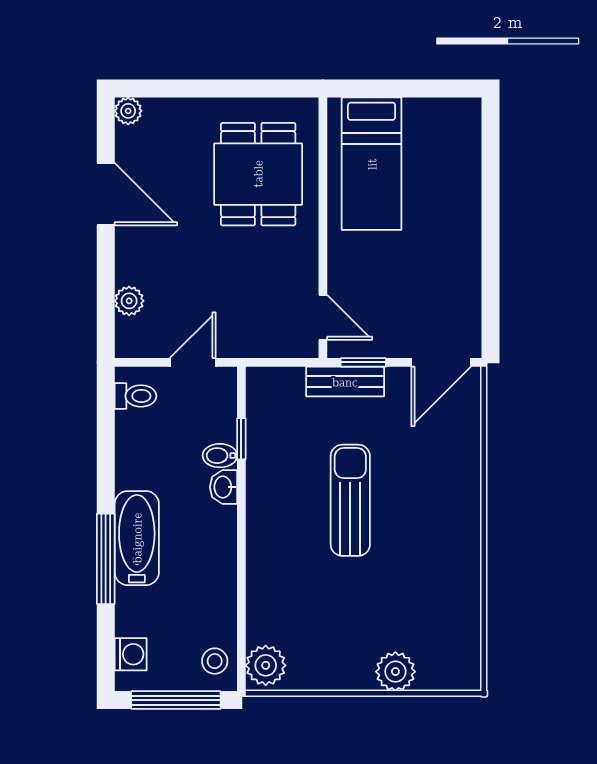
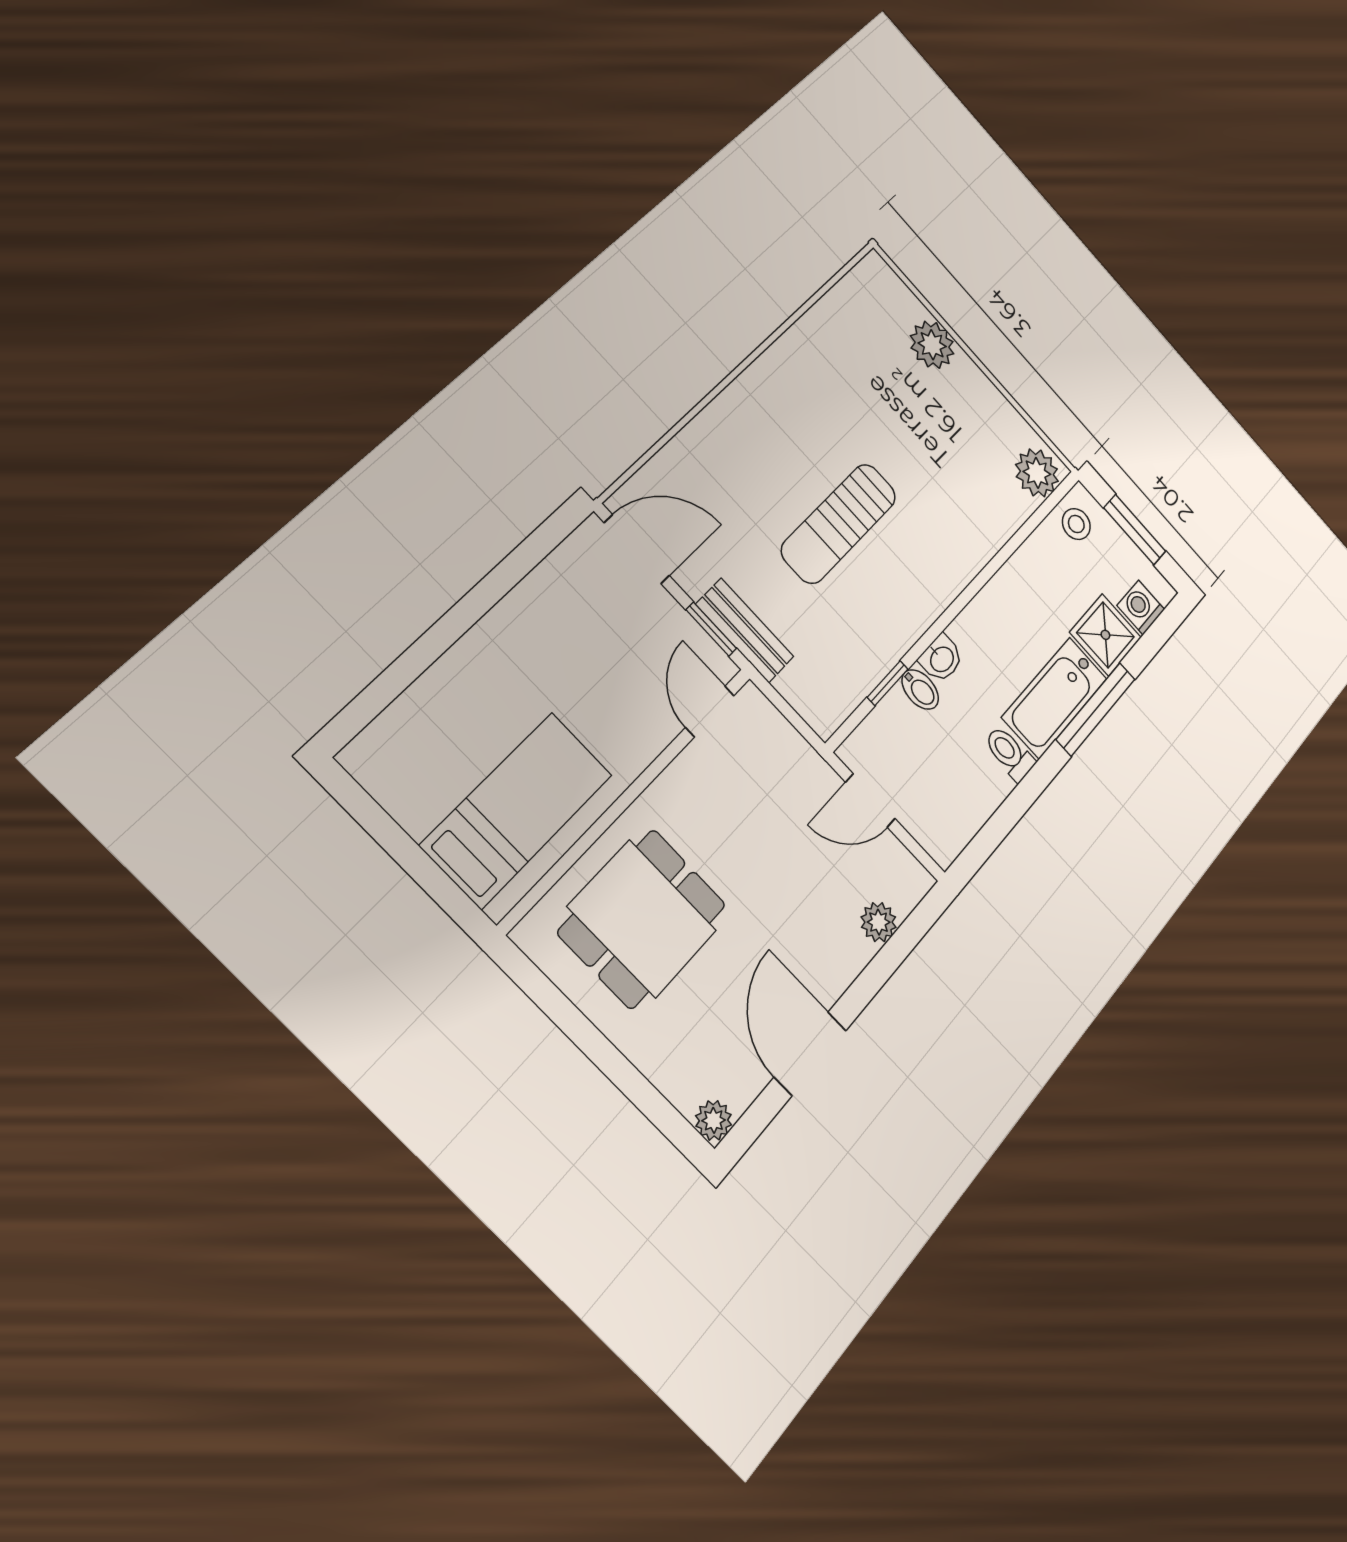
toilet: (136, 396) -> (1010, 753), moved
shower: (138, 612) -> (1105, 635), added
window: (176, 700) -> (1135, 530), width x0.69

